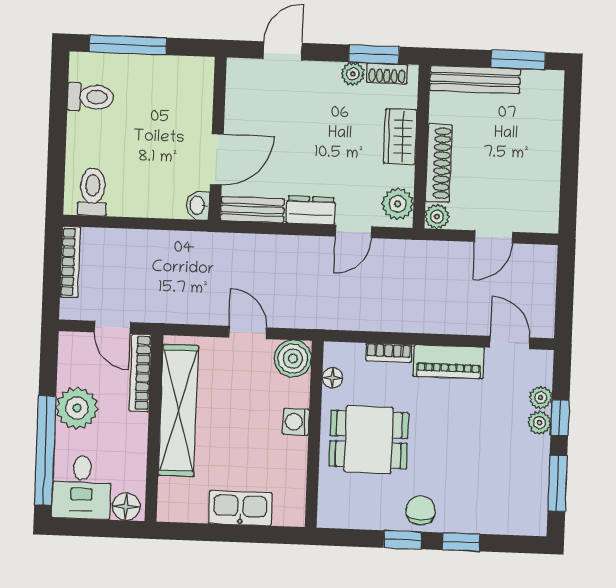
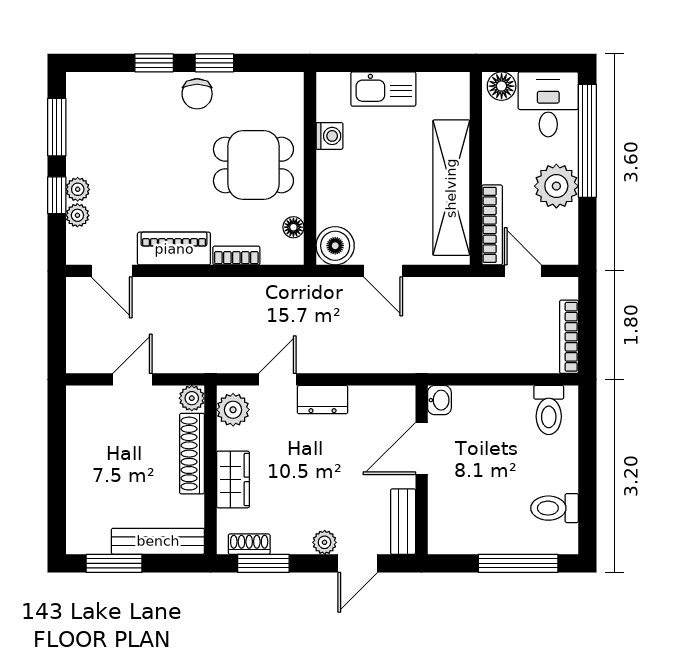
plant: (353, 74) -> (325, 542), moved
bench: (252, 210) -> (403, 522), moved, turned 90
washing machine: (296, 422) -> (329, 136), moved

